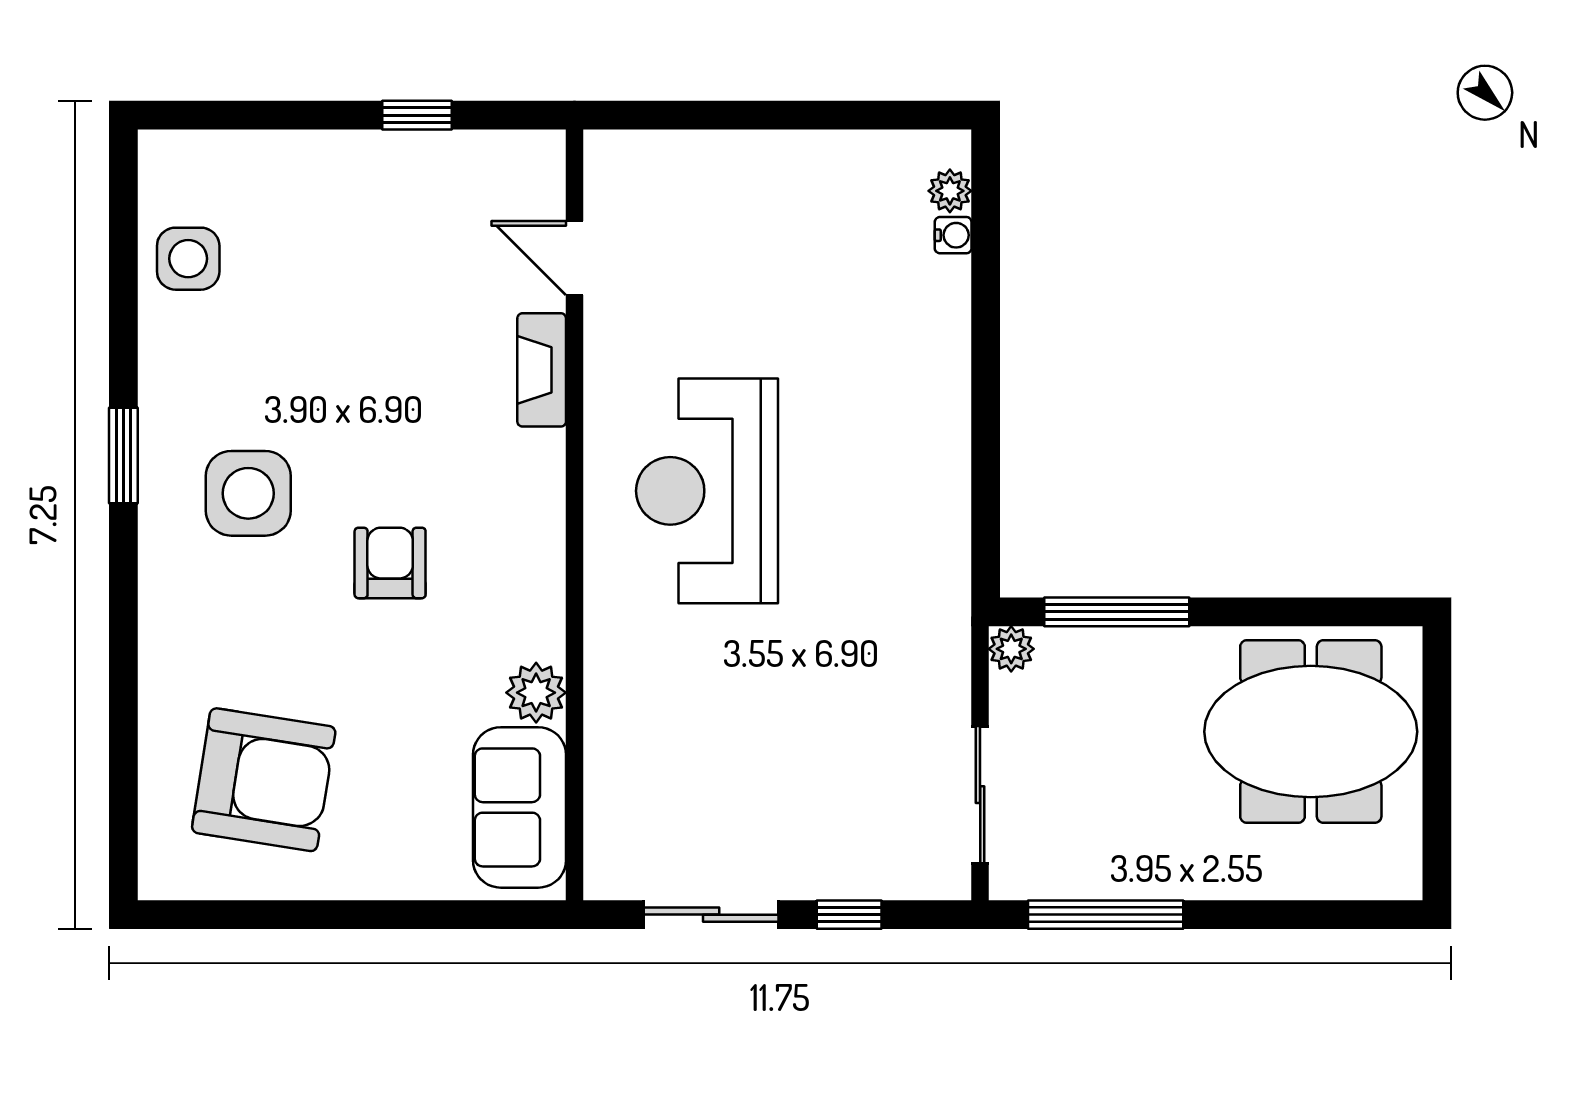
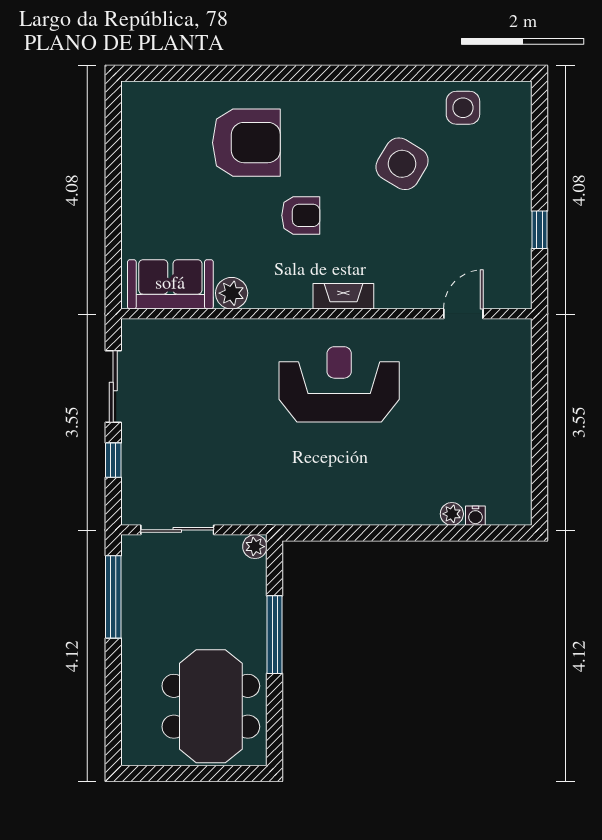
plant: (950, 191) -> (452, 514), moved
fireplace: (542, 370) -> (343, 296), moved
window: (123, 455) -> (358, 73), removed
side table: (248, 493) -> (402, 164), moved, turned 31
window: (1117, 612) -> (275, 635), moved
armchair: (264, 780) -> (246, 143), moved, turned -99

